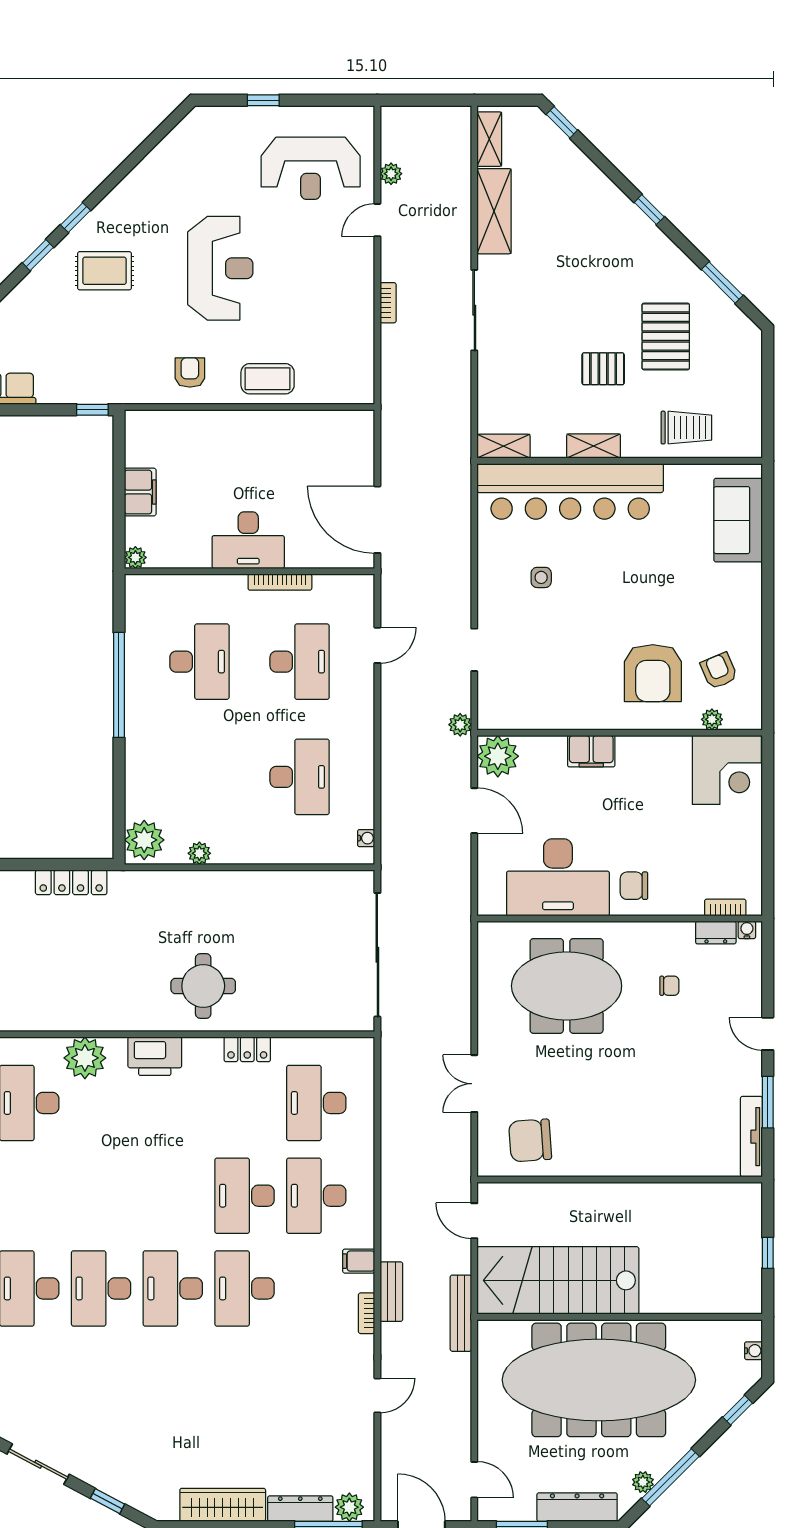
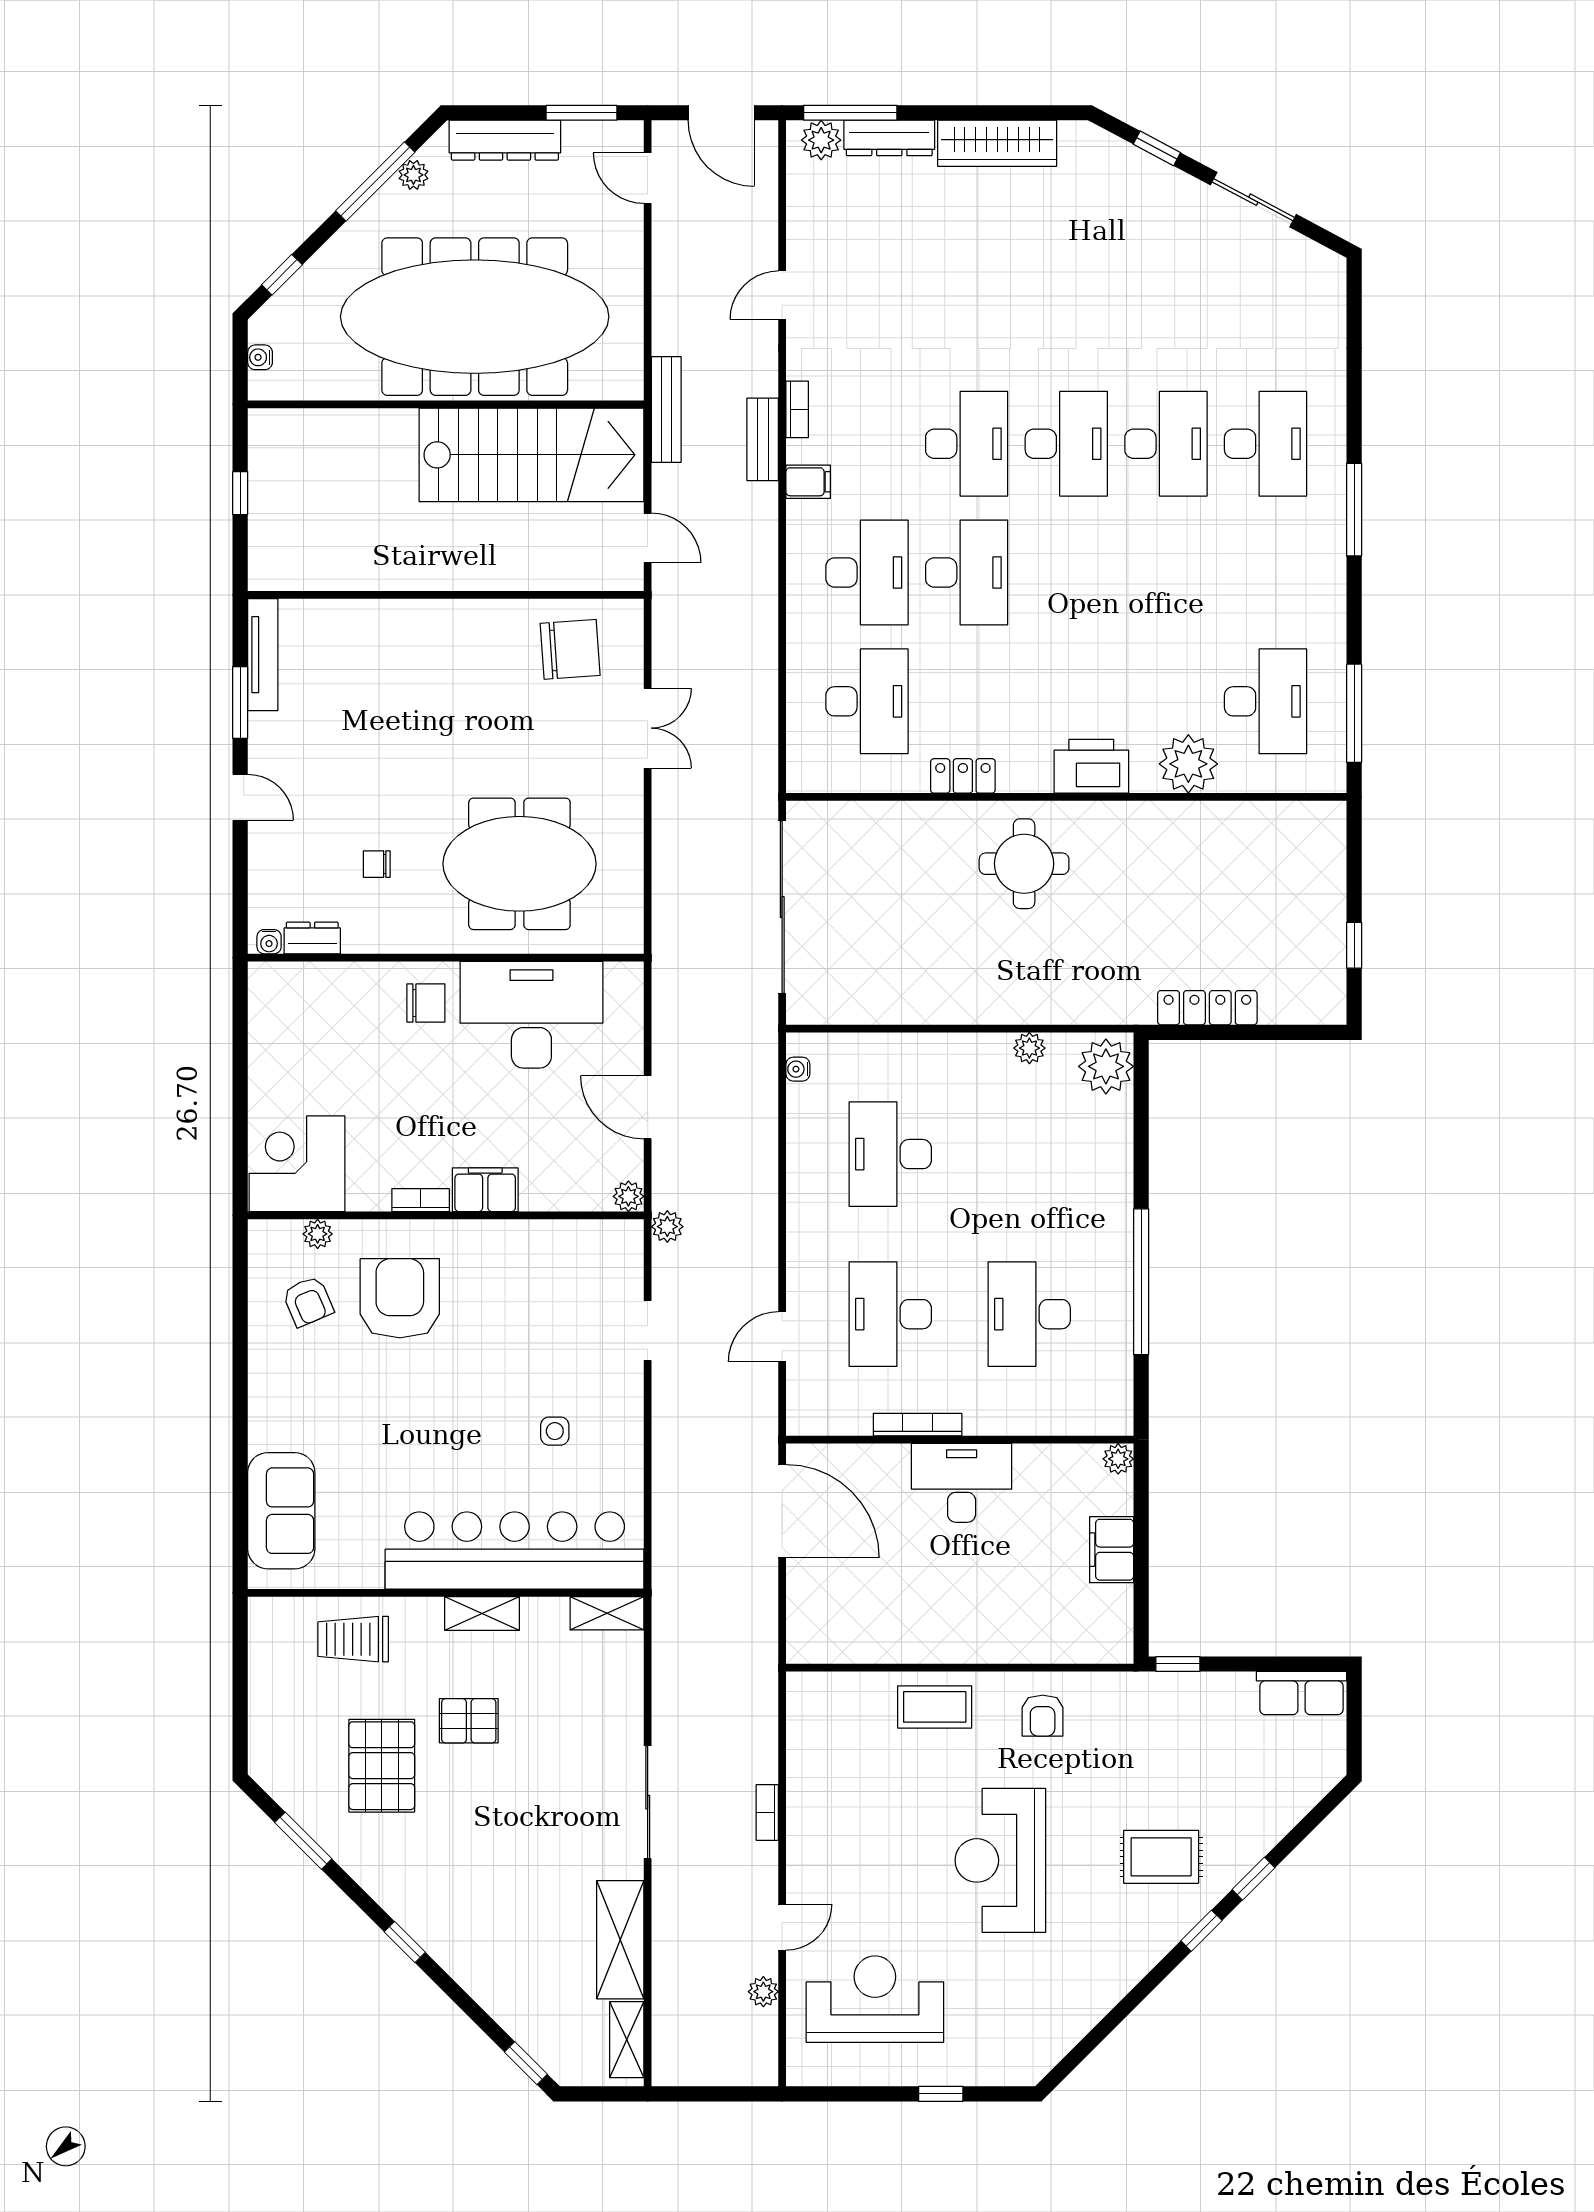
plant: (498, 756) -> (628, 1196), width x0.53, depth x0.53
bookcase: (725, 907) -> (421, 1200), moved, turned 180

